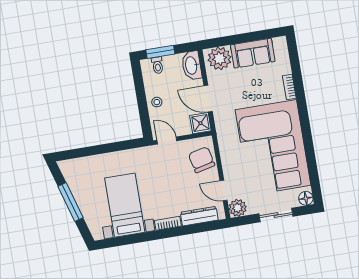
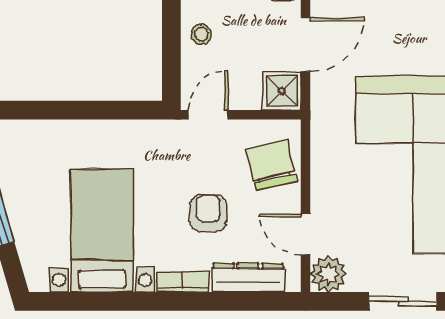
door: (208, 99) -> (305, 45), swing flipped
door: (167, 141) -> (208, 115), hinge flipped
armchair: (175, 188) -> (208, 213), added

